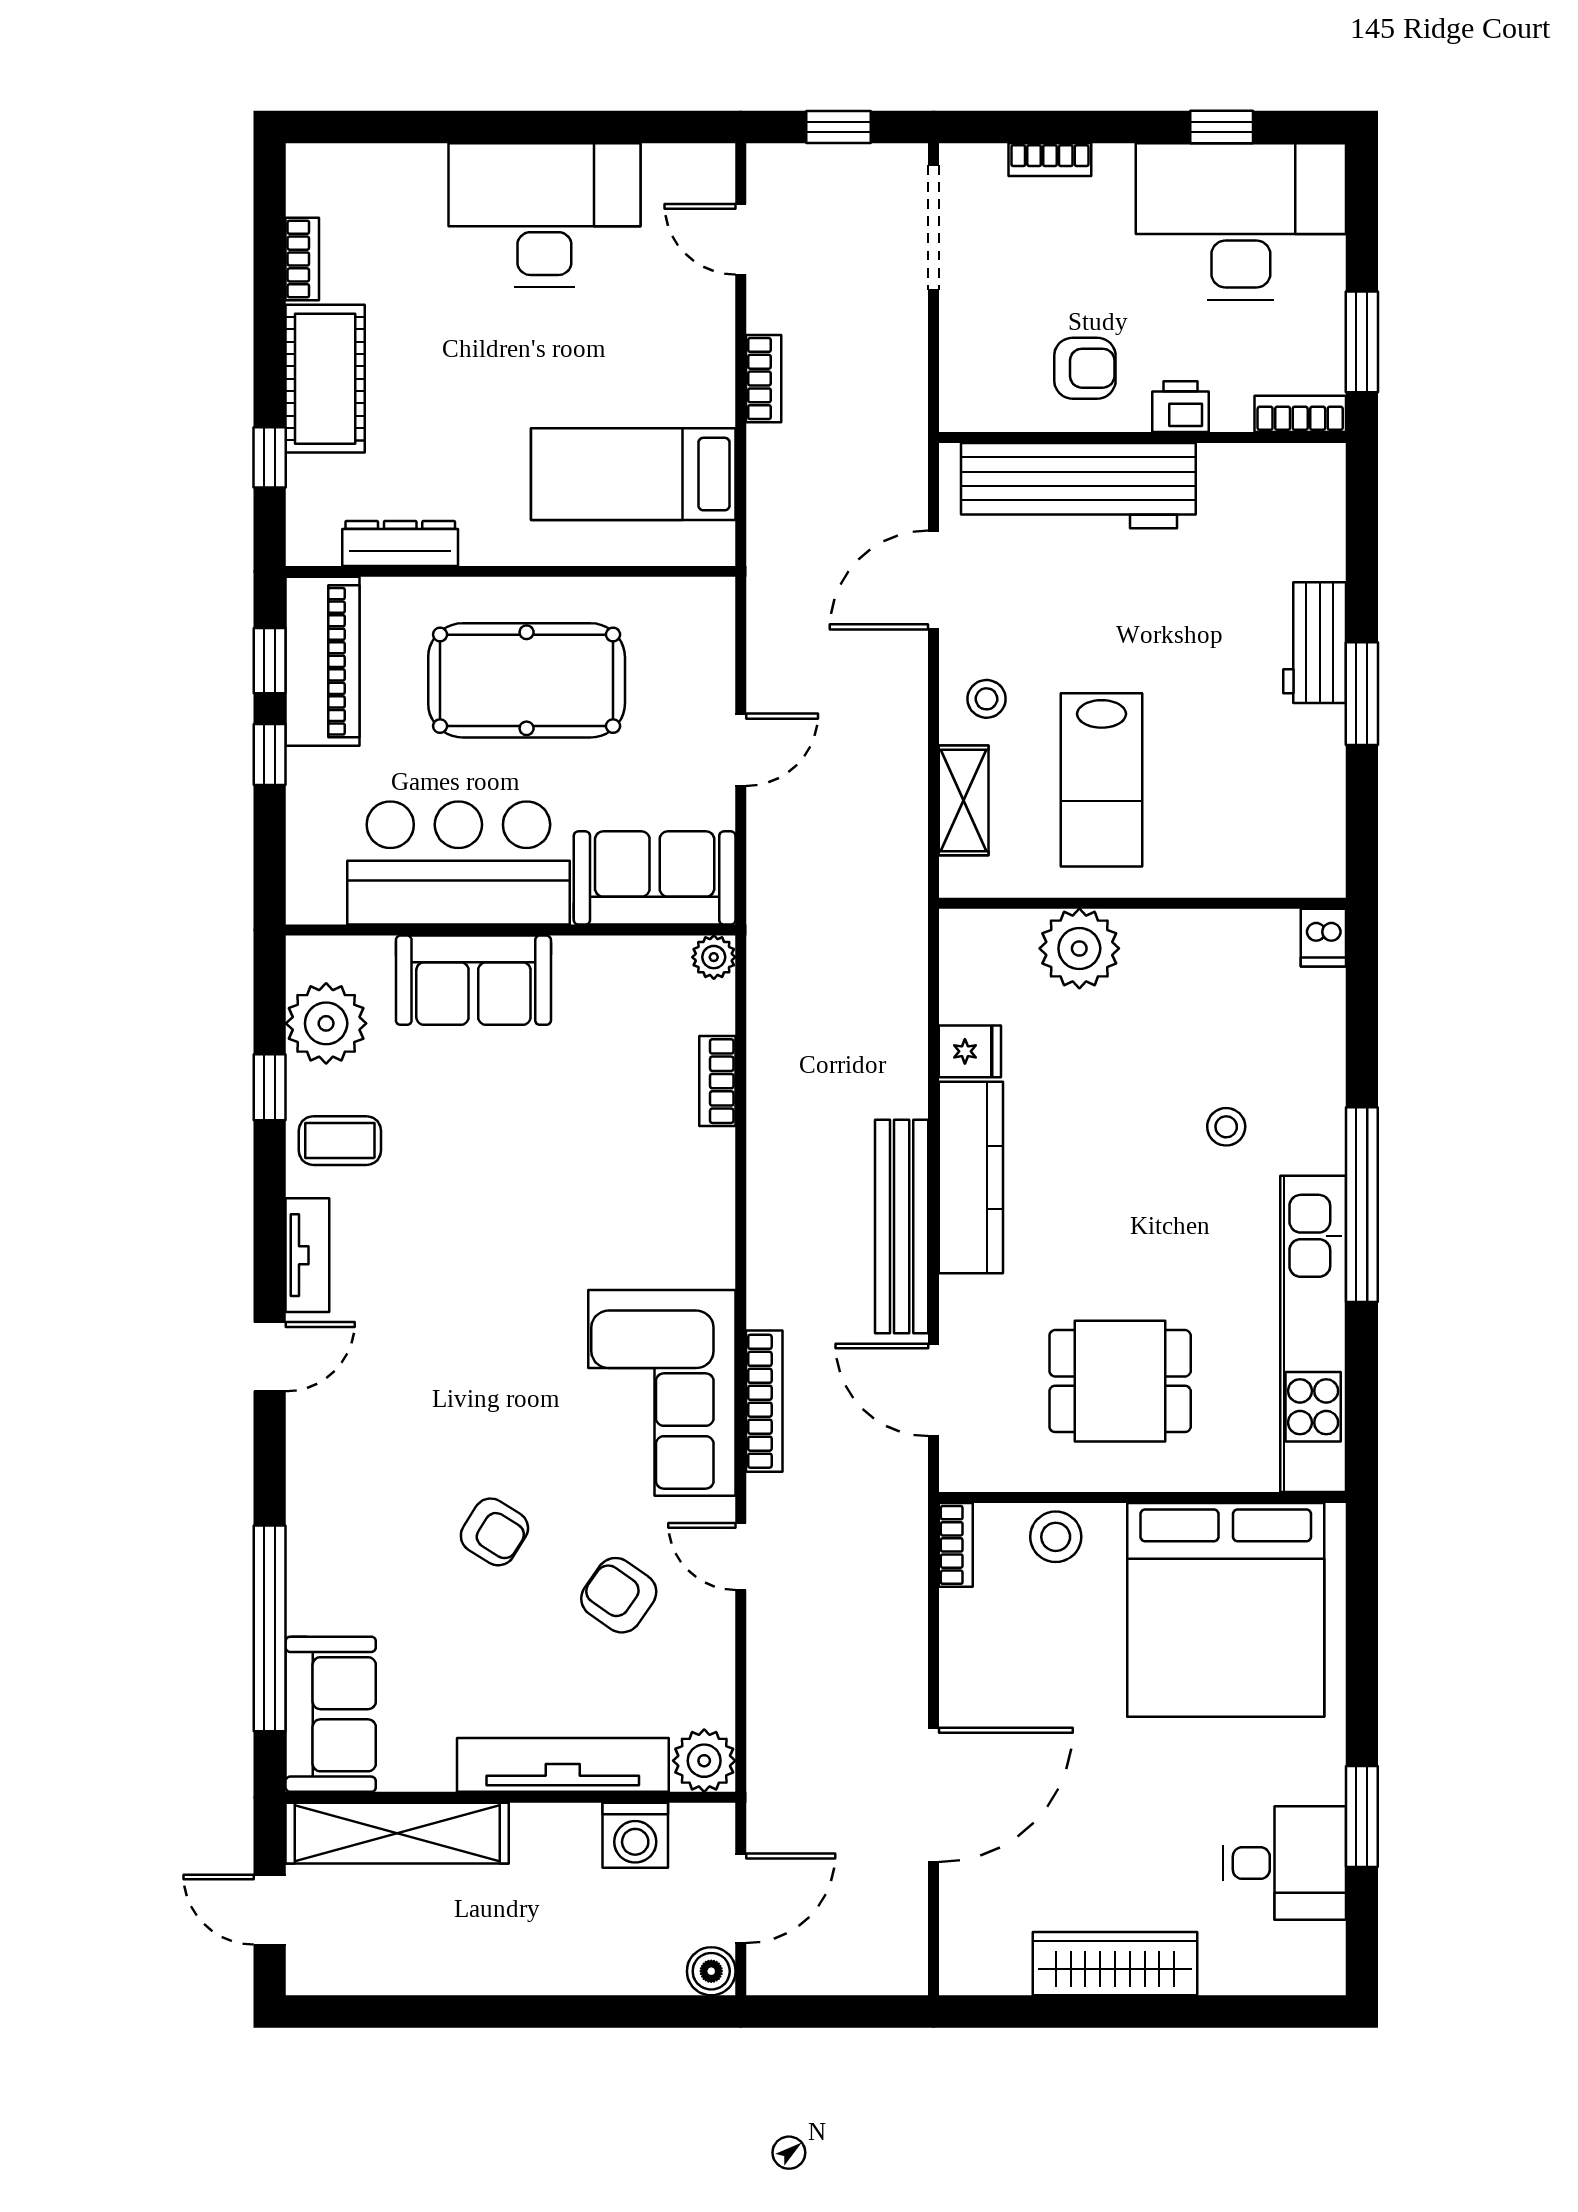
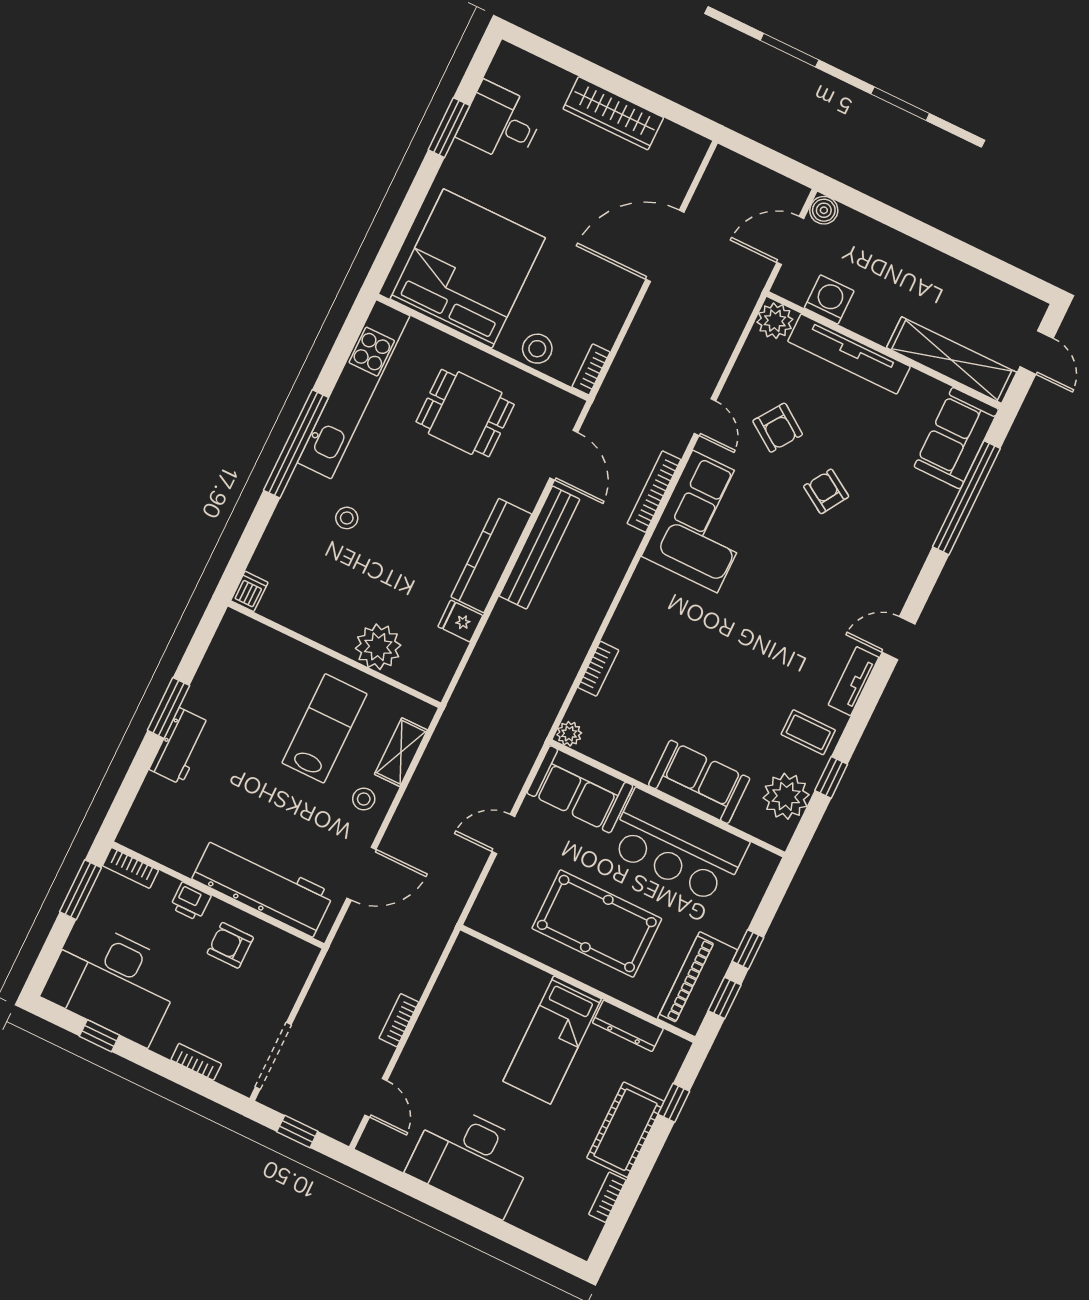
bed: (633, 474) -> (552, 1040), moved, turned 90

